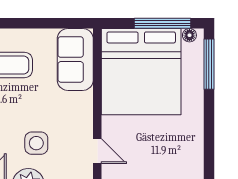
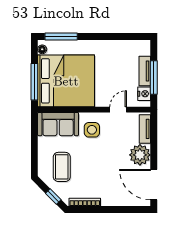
window: (163, 23) -> (34, 82), moved
side table: (36, 143) -> (92, 130), moved

